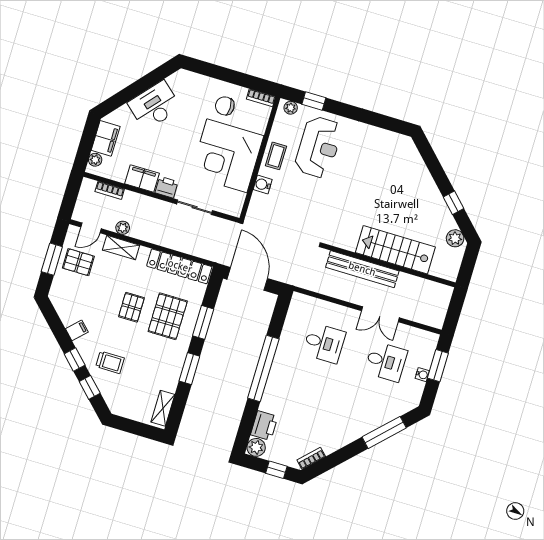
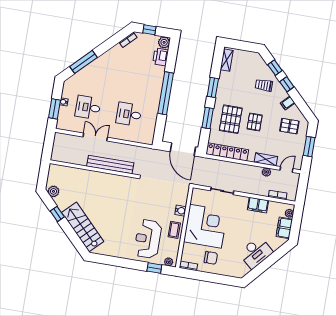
printer: (167, 187) -> (242, 201), removed
stairs: (395, 250) -> (83, 227), moved, turned -135
pallet: (78, 262) -> (289, 126), moved

